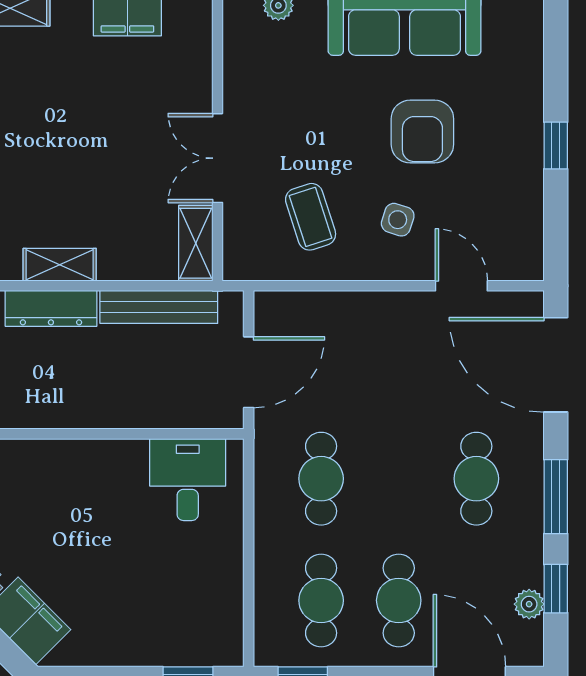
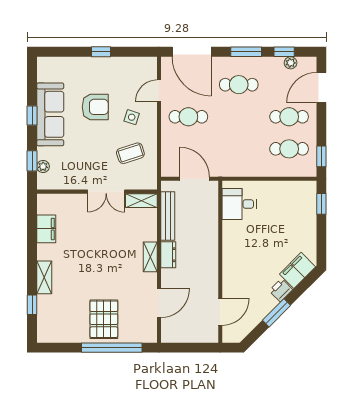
dresser: (51, 308) -> (168, 255), width x0.70
door: (556, 365) -> (192, 52), hinge flipped
cafe table: (321, 479) -> (188, 117), moved

